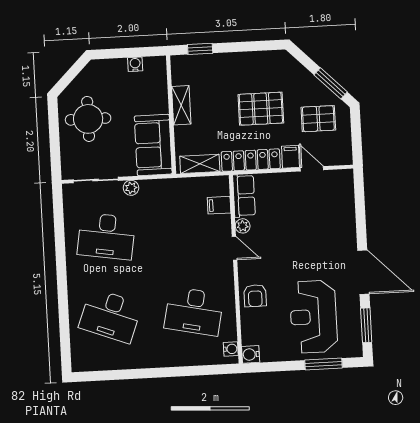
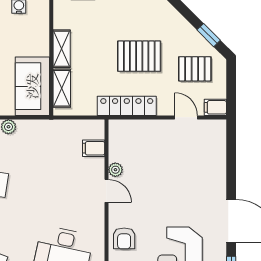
window: (331, 83) -> (209, 35), width x0.67
filing cabinet: (291, 157) -> (215, 107), moved, turned -90
shelving: (200, 164) -> (62, 88), moved, turned 90
row of seats: (244, 196) -> (118, 140), removed

